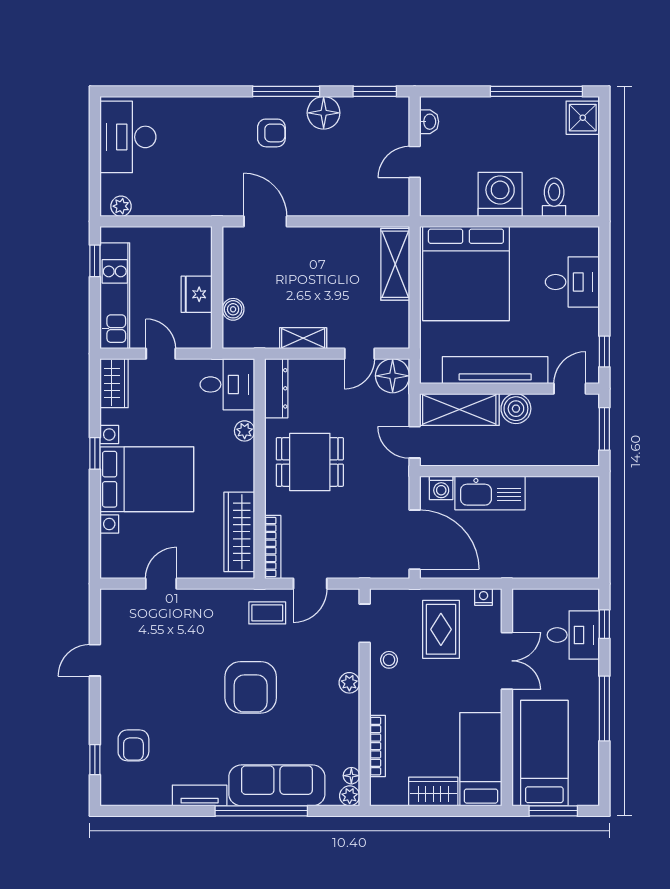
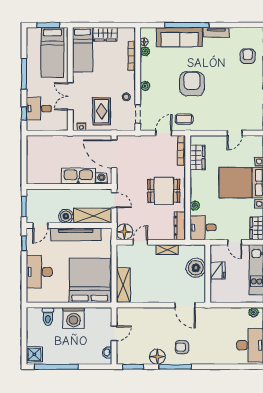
desk: (572, 282) -> (39, 272), width x1.37
boiler: (233, 309) -> (196, 268), width x1.86, depth x1.86
wardrobe: (239, 532) -> (197, 158), width x0.67
plant: (350, 796) -> (145, 51), moved

